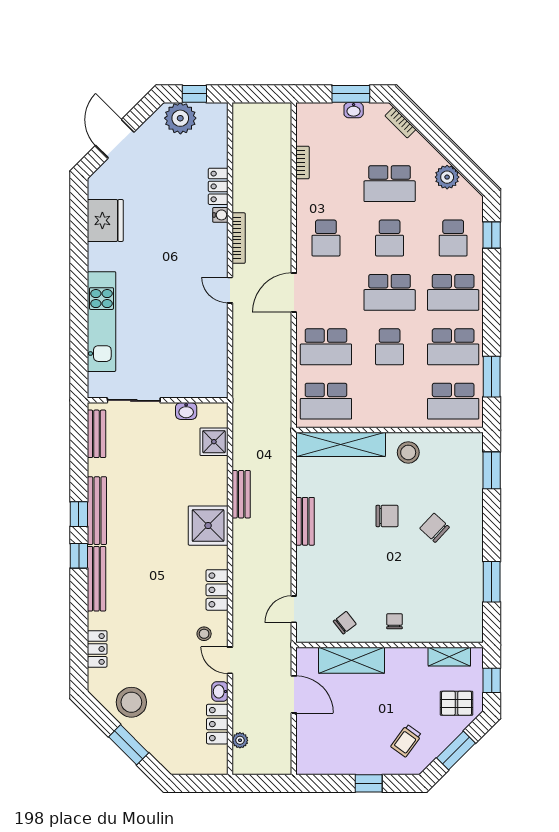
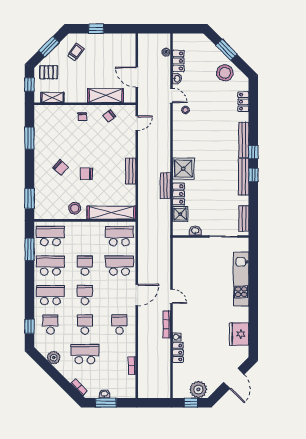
school desk: (390, 292) -> (85, 295), width x0.54
locker: (217, 590) -> (178, 194), moved

